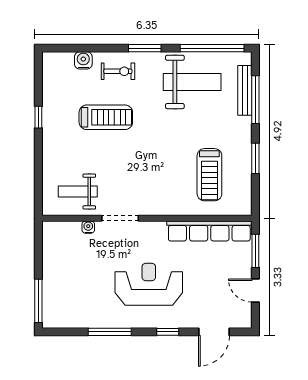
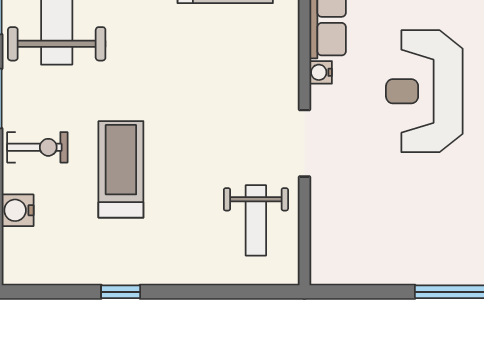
exercise bike: (118, 71) -> (37, 147), turned 90
water cooler: (88, 227) -> (321, 72), moved

